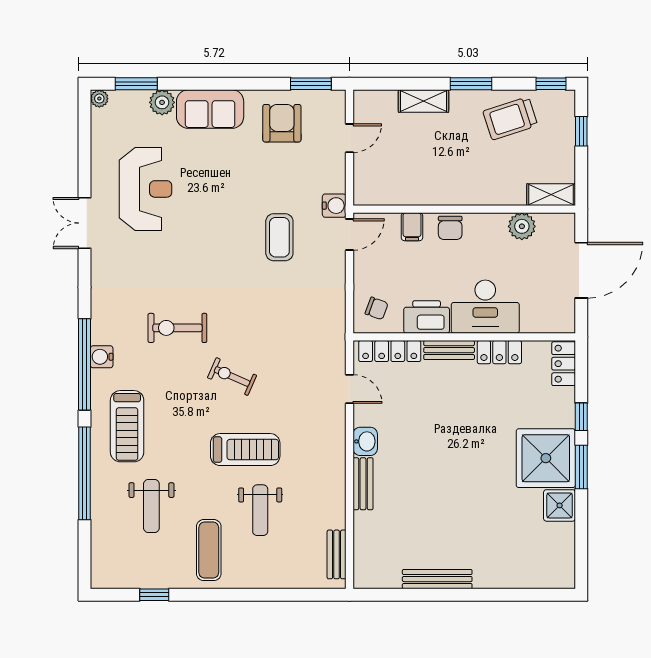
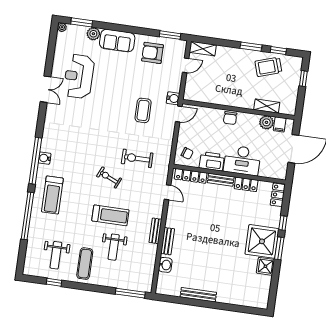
window: (551, 84) -> (278, 50), moved
shelving: (423, 101) -> (203, 49), moved
armchair: (282, 123) -> (153, 53), turned -90
reception desk: (146, 189) -> (79, 76), turned 180
shelving: (551, 195) -> (267, 106), moved
double door: (85, 223) -> (46, 89), swing flipped
filing cabinet: (412, 227) -> (280, 124), moved
exercise bike: (177, 328) -> (137, 158), moved
washbasin: (365, 441) -> (165, 265), moved
weight bench: (151, 506) -> (56, 255), moved
bench: (337, 554) -> (155, 231), moved
window: (305, 595) -> (130, 293), added

